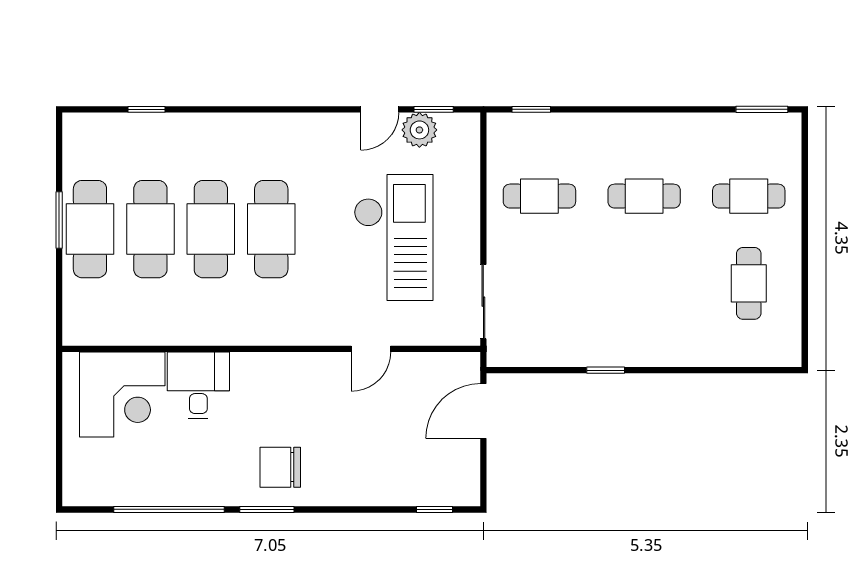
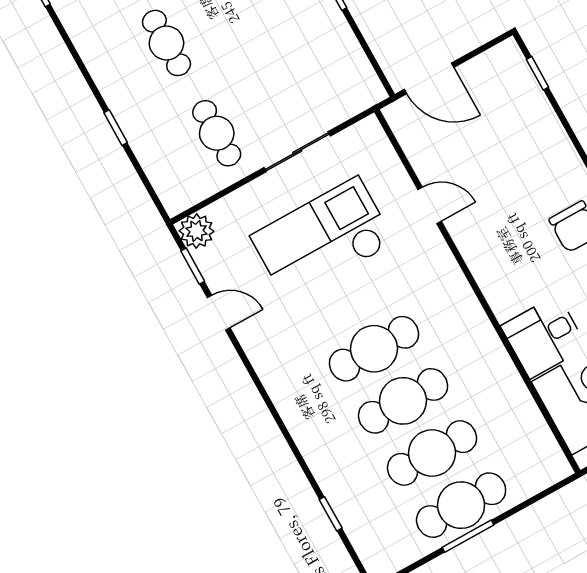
window: (531, 109) -> (116, 128), moved
plant: (419, 130) -> (196, 231), moved
sliding door: (483, 302) -> (297, 152), moved

